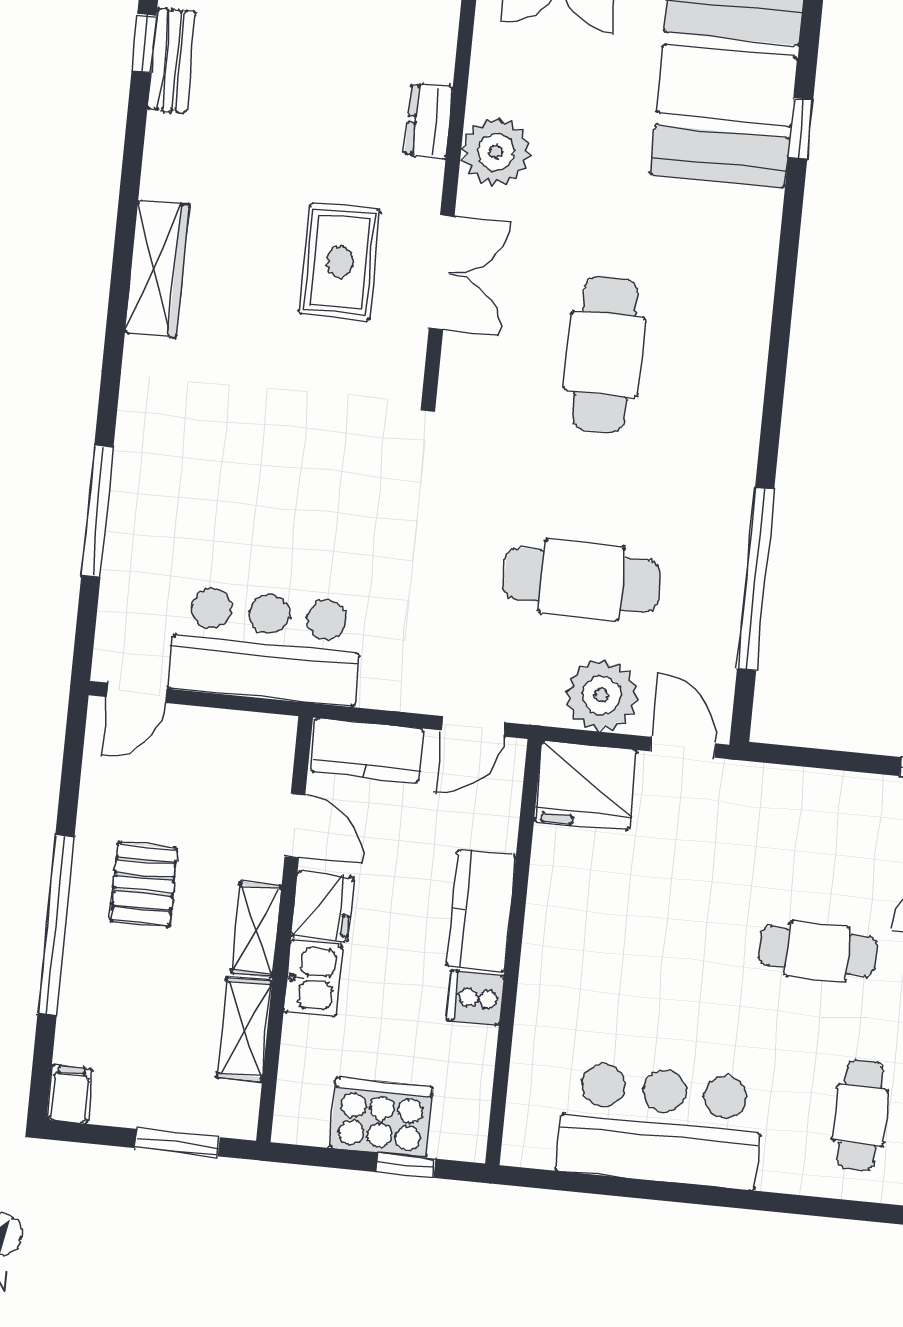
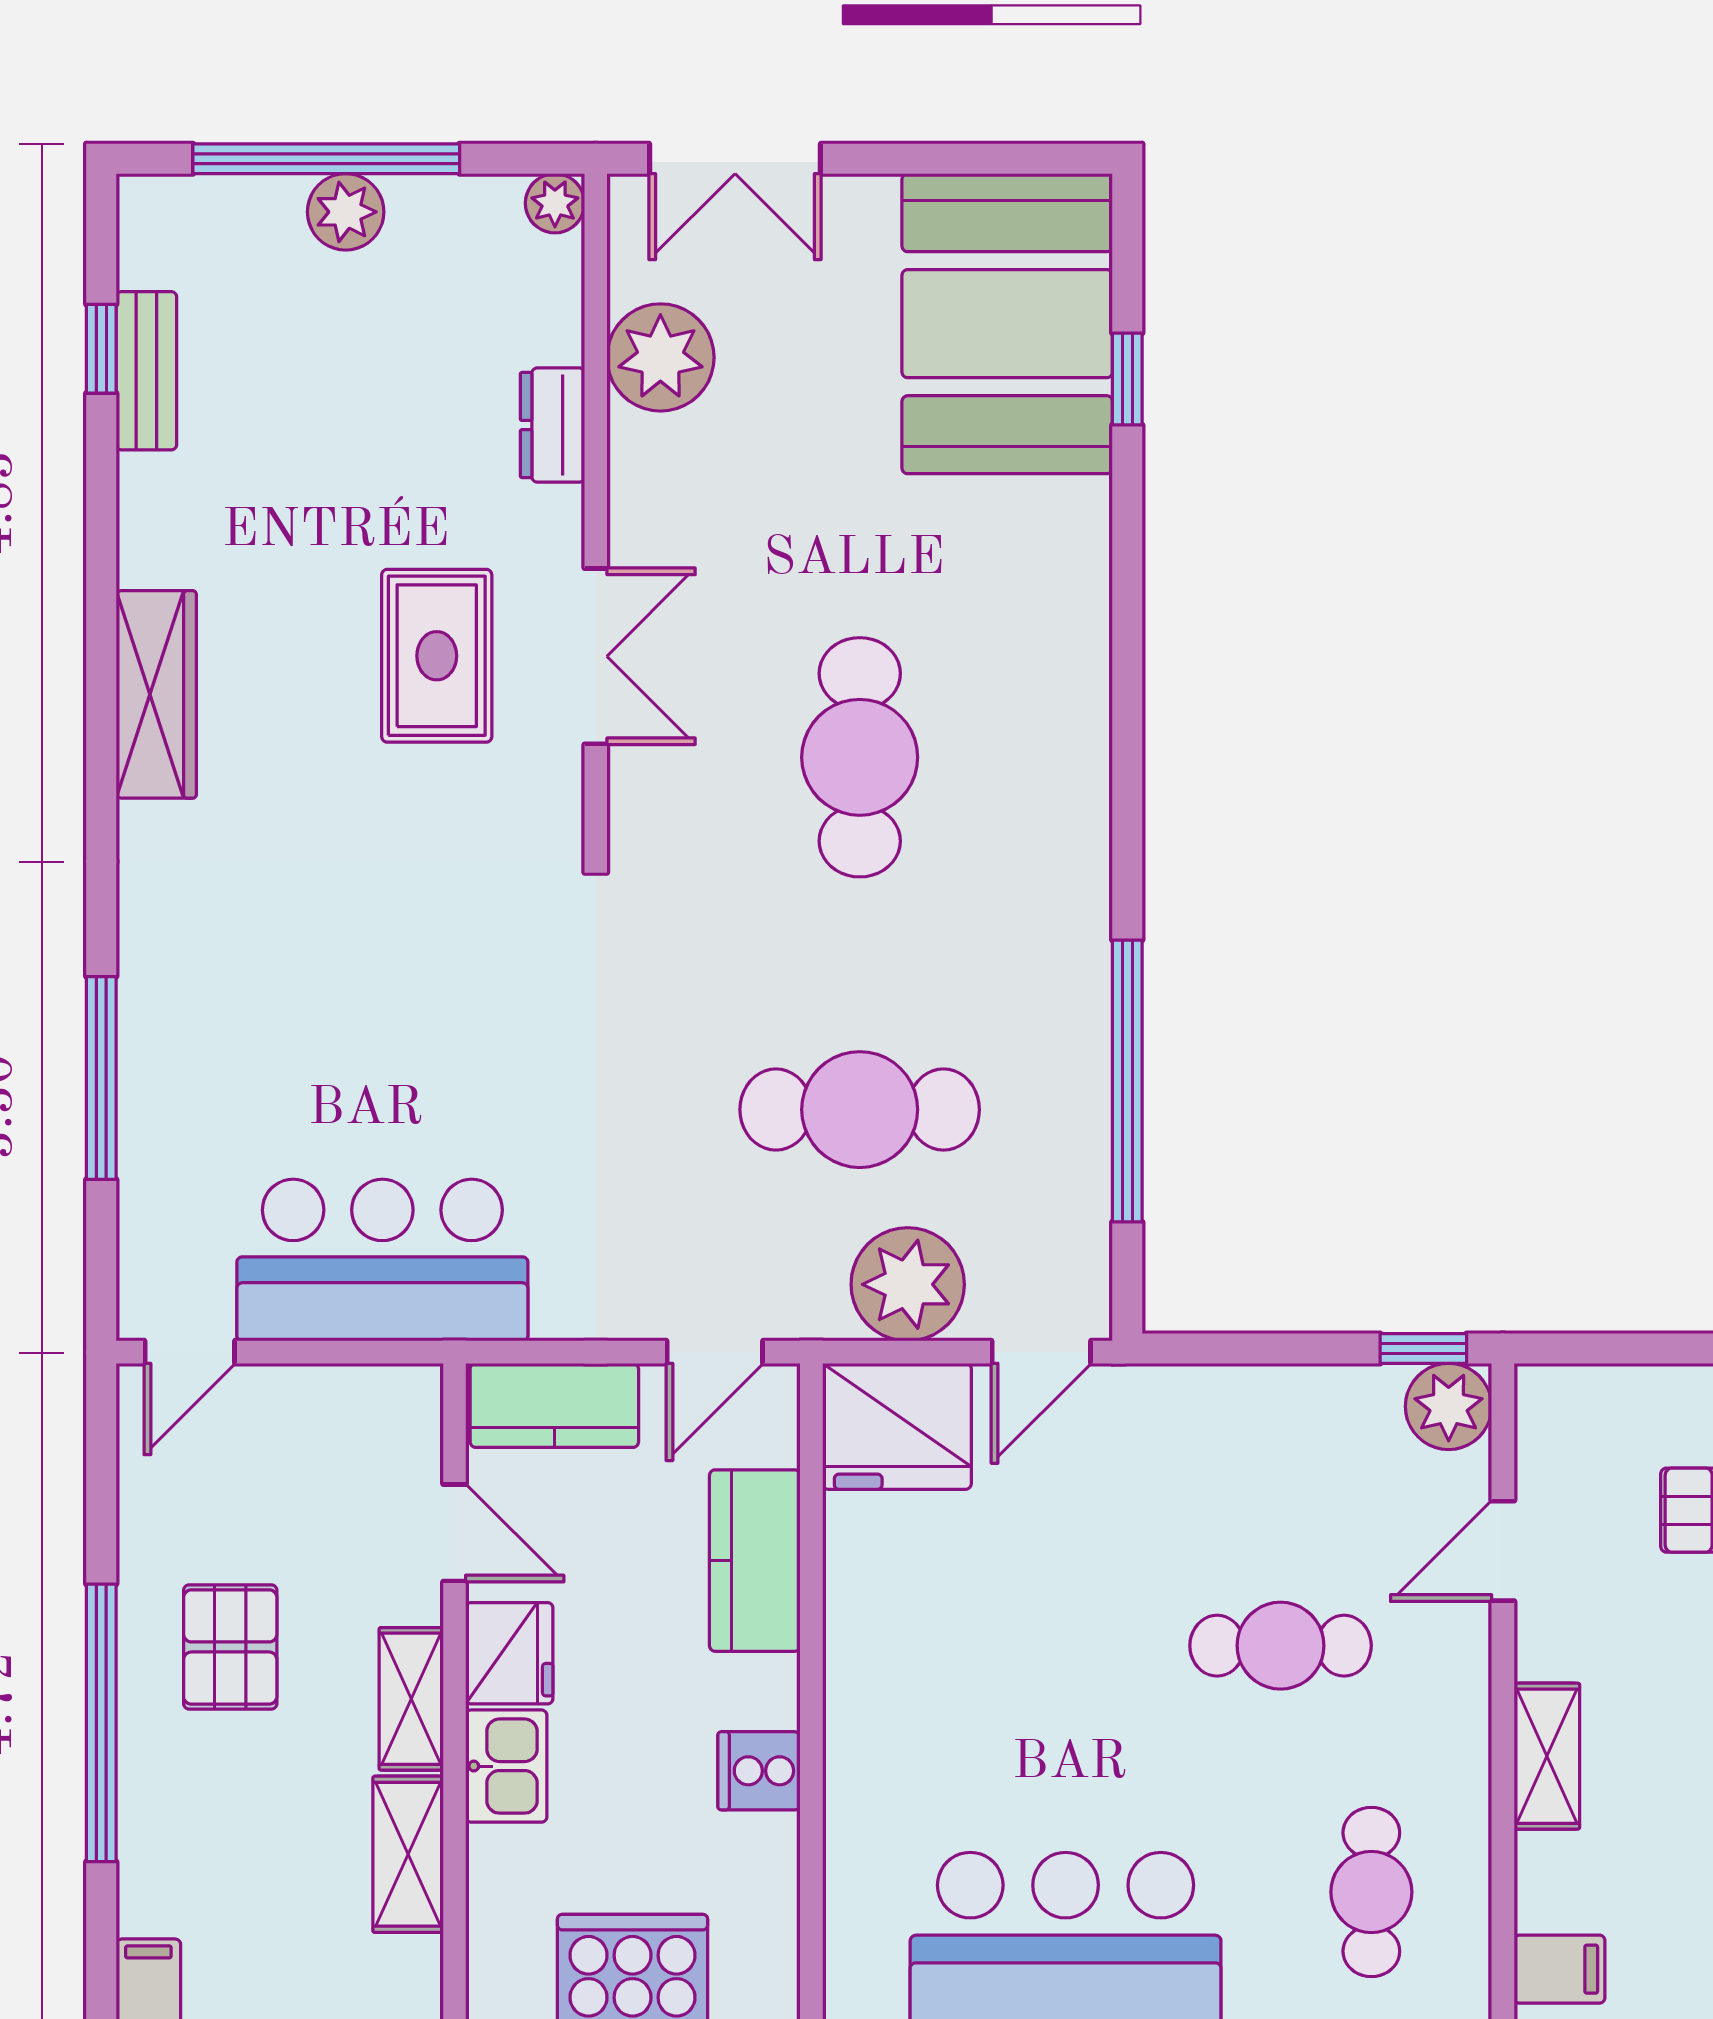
plant: (496, 152) -> (660, 357), moved
door: (683, 747) -> (1041, 1352), swing flipped
kitchen counter: (481, 911) -> (755, 1561), moved

